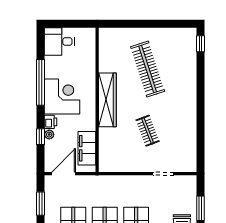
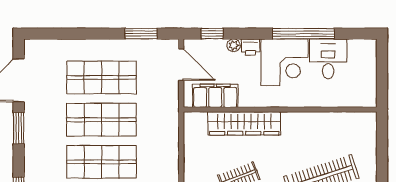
desk: (59, 41) -> (328, 59), moved
wardrobe: (107, 100) -> (244, 123), moved
window: (40, 137) -> (212, 34), moved

